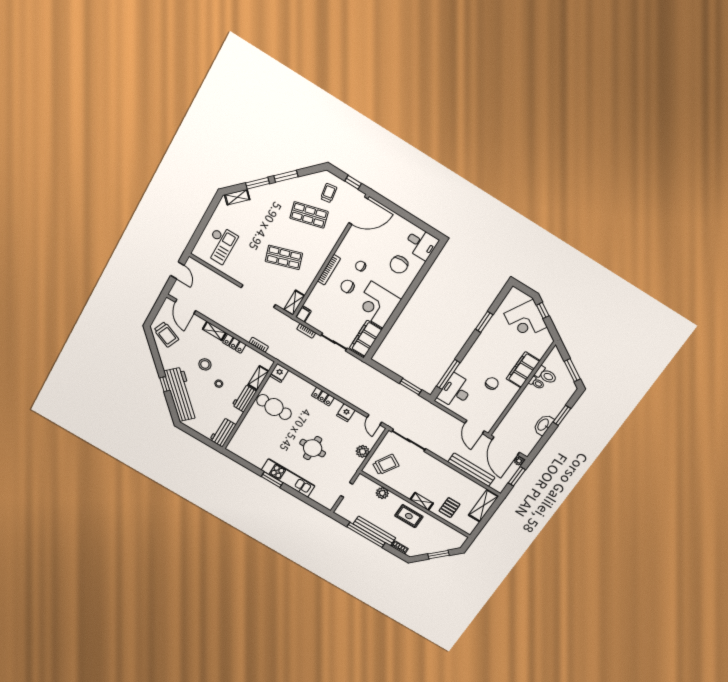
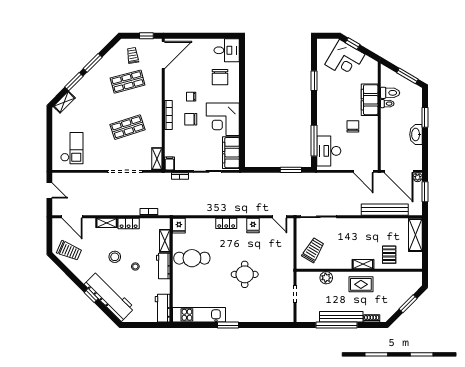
plant: (363, 451) -> (287, 251), removed
kitchen unit: (288, 478) -> (199, 315), moved

